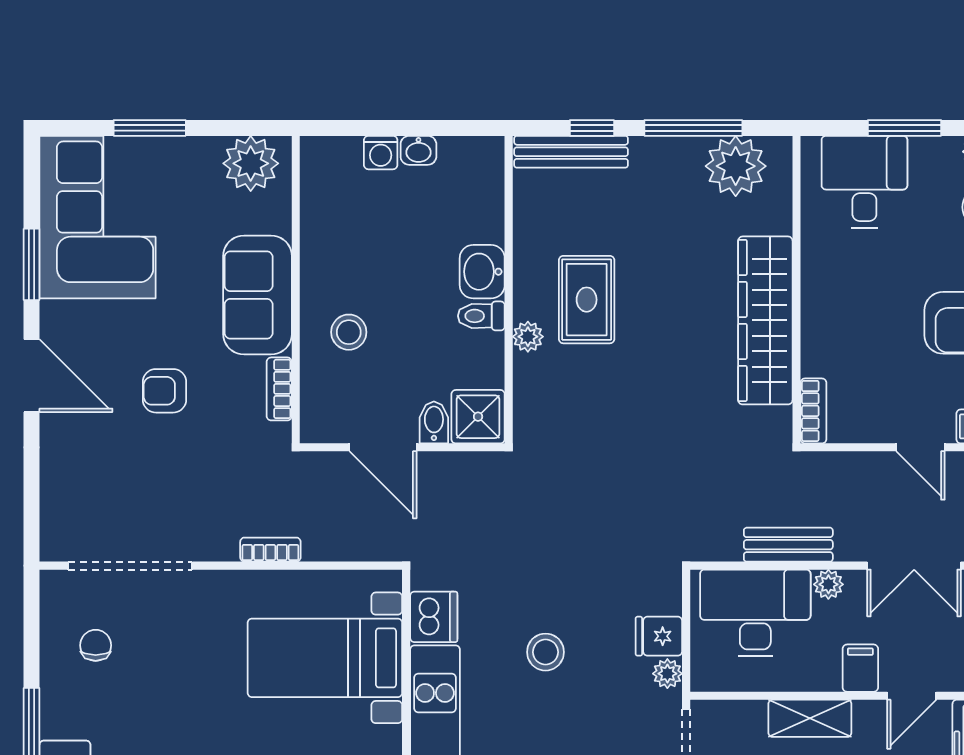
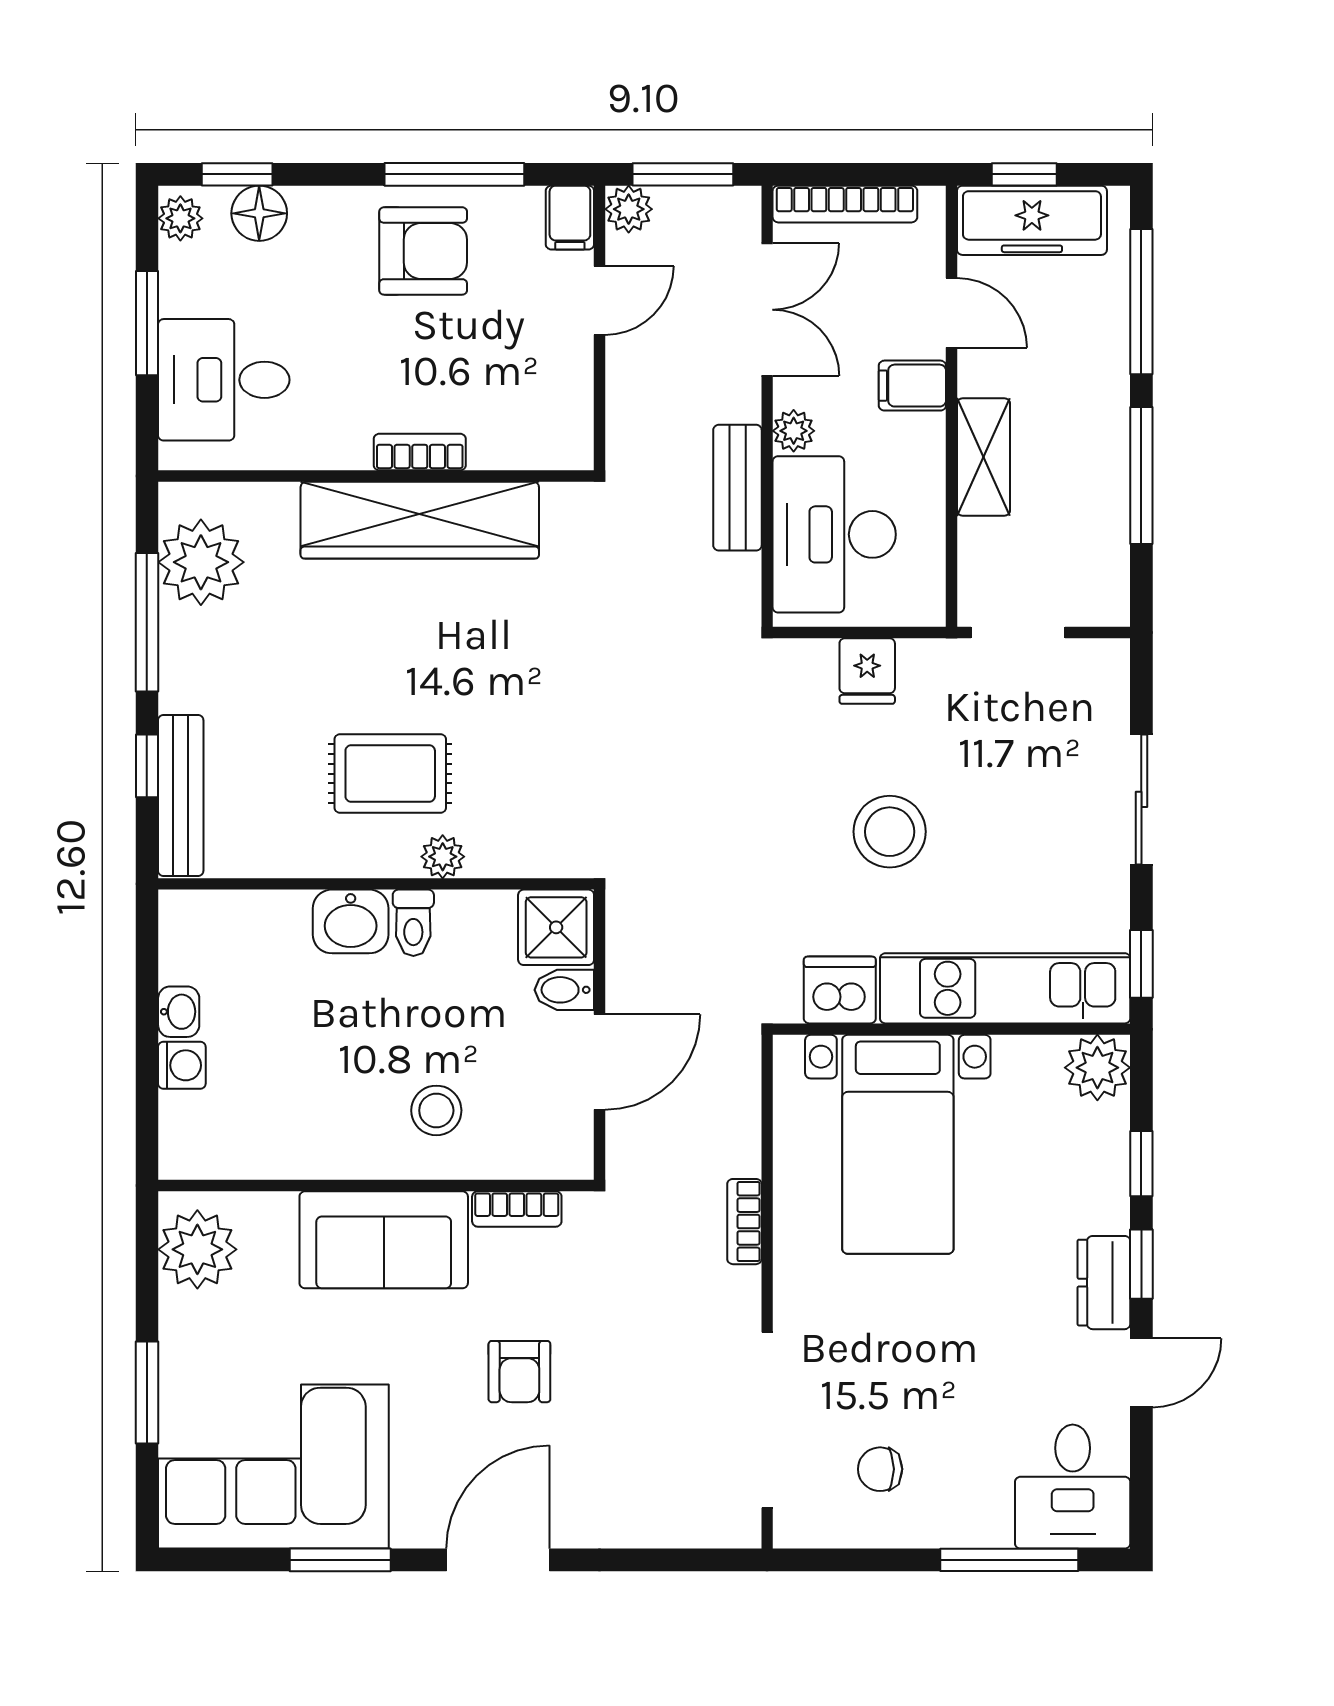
bookcase: (813, 411) -> (420, 452), moved
stool: (546, 652) -> (890, 832), width x1.38, depth x1.38
plant: (667, 674) -> (920, 659), removed

